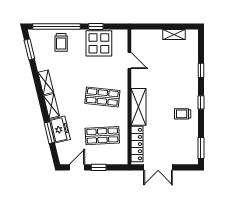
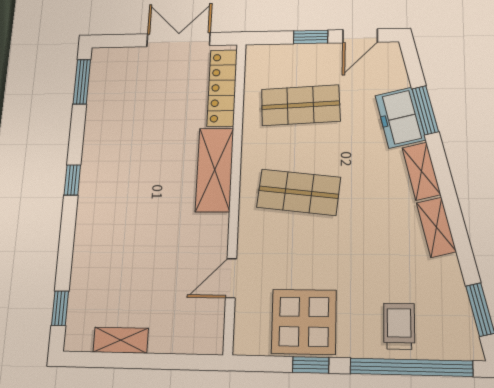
door: (129, 61) -> (231, 278), hinge flipped
window: (201, 70) -> (60, 308), moved
trolley: (183, 114) -> (115, 154), removed

